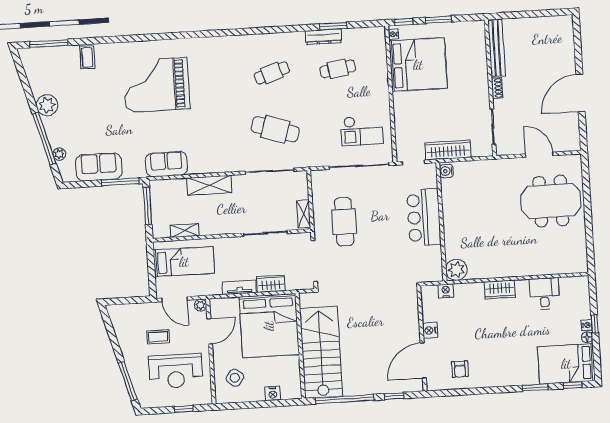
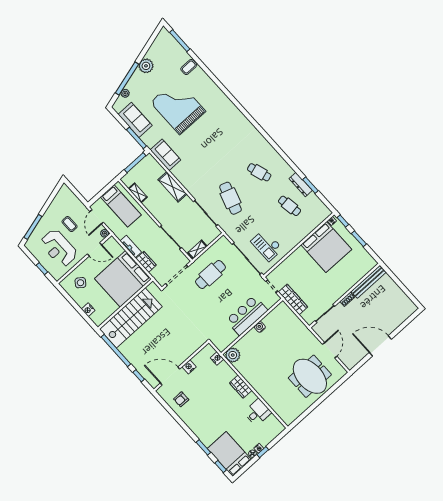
grand piano: (156, 85) -> (178, 107), moved
water cooler: (446, 171) -> (260, 327), moved

